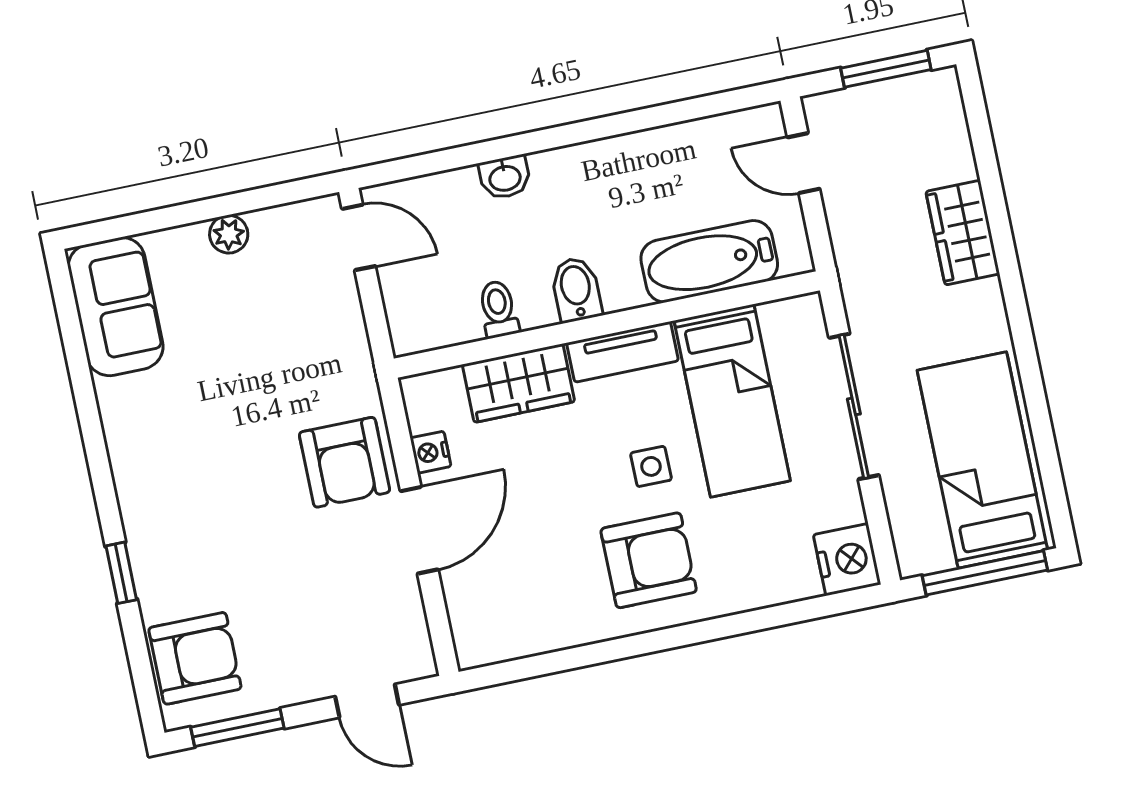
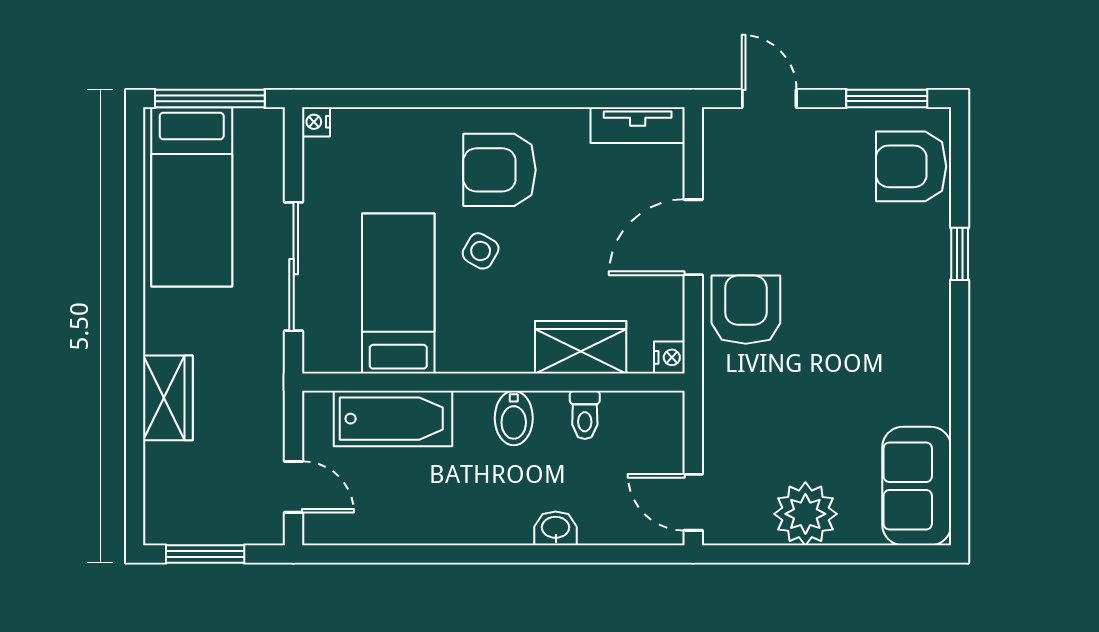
plant: (229, 234) -> (805, 514), width x1.88, depth x1.88
tv unit: (622, 352) -> (638, 125), moved, turned 180
nightstand: (431, 452) -> (669, 357), moved
side table: (651, 466) -> (481, 251), turned 30
nightstand: (847, 560) -> (316, 122), width x0.53, depth x0.56

